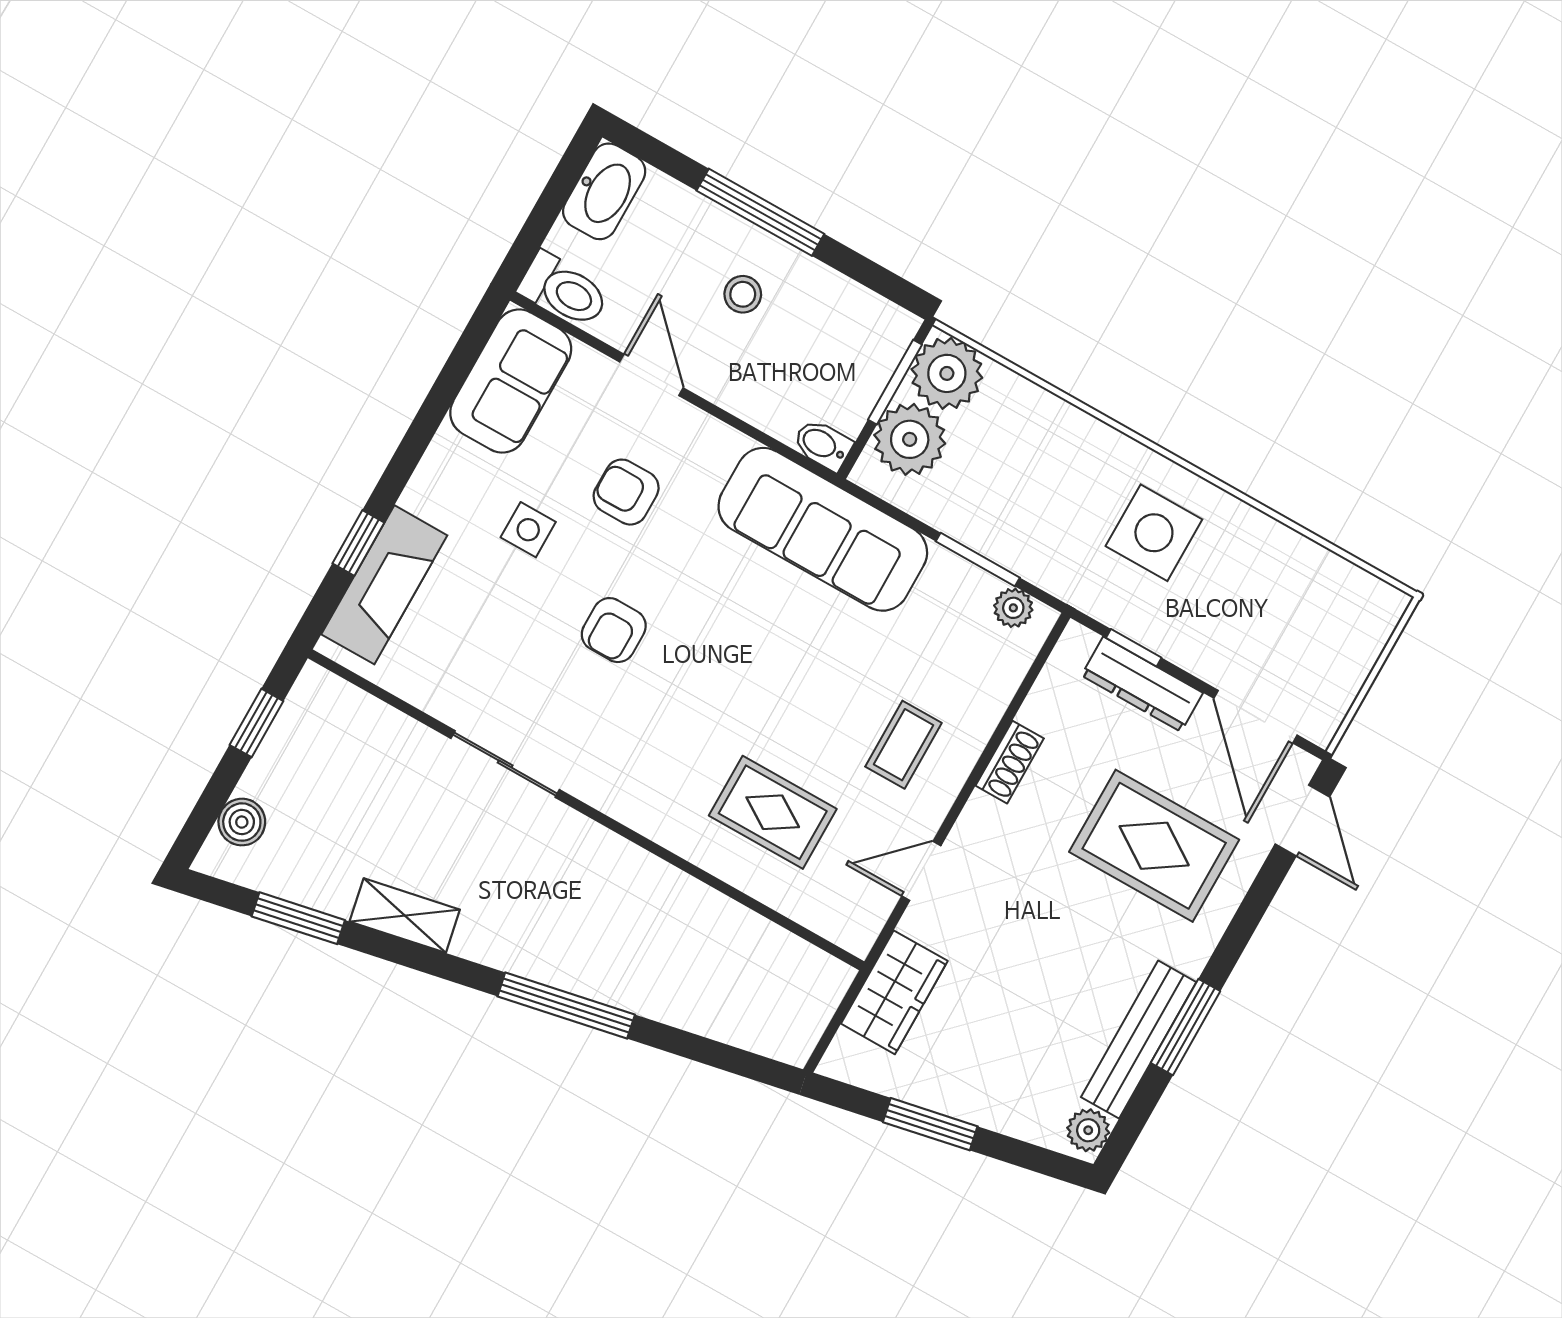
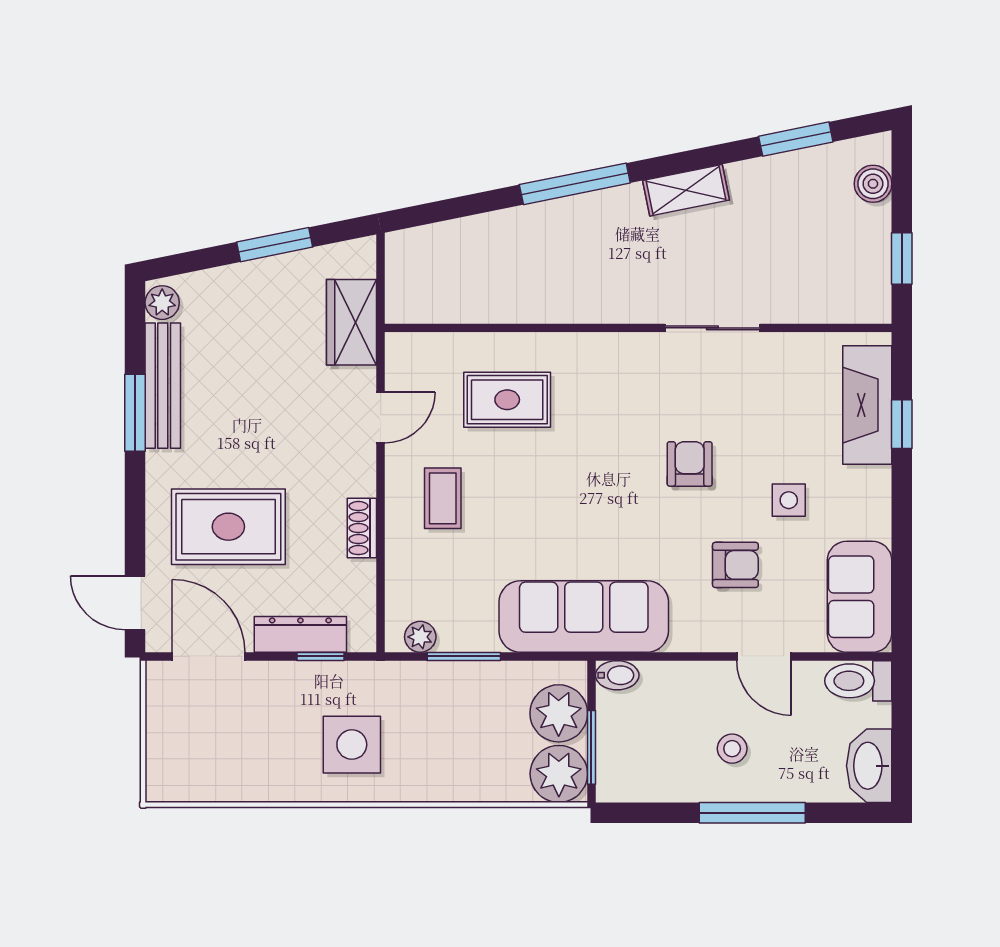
shelving: (405, 916) -> (686, 190), moved

